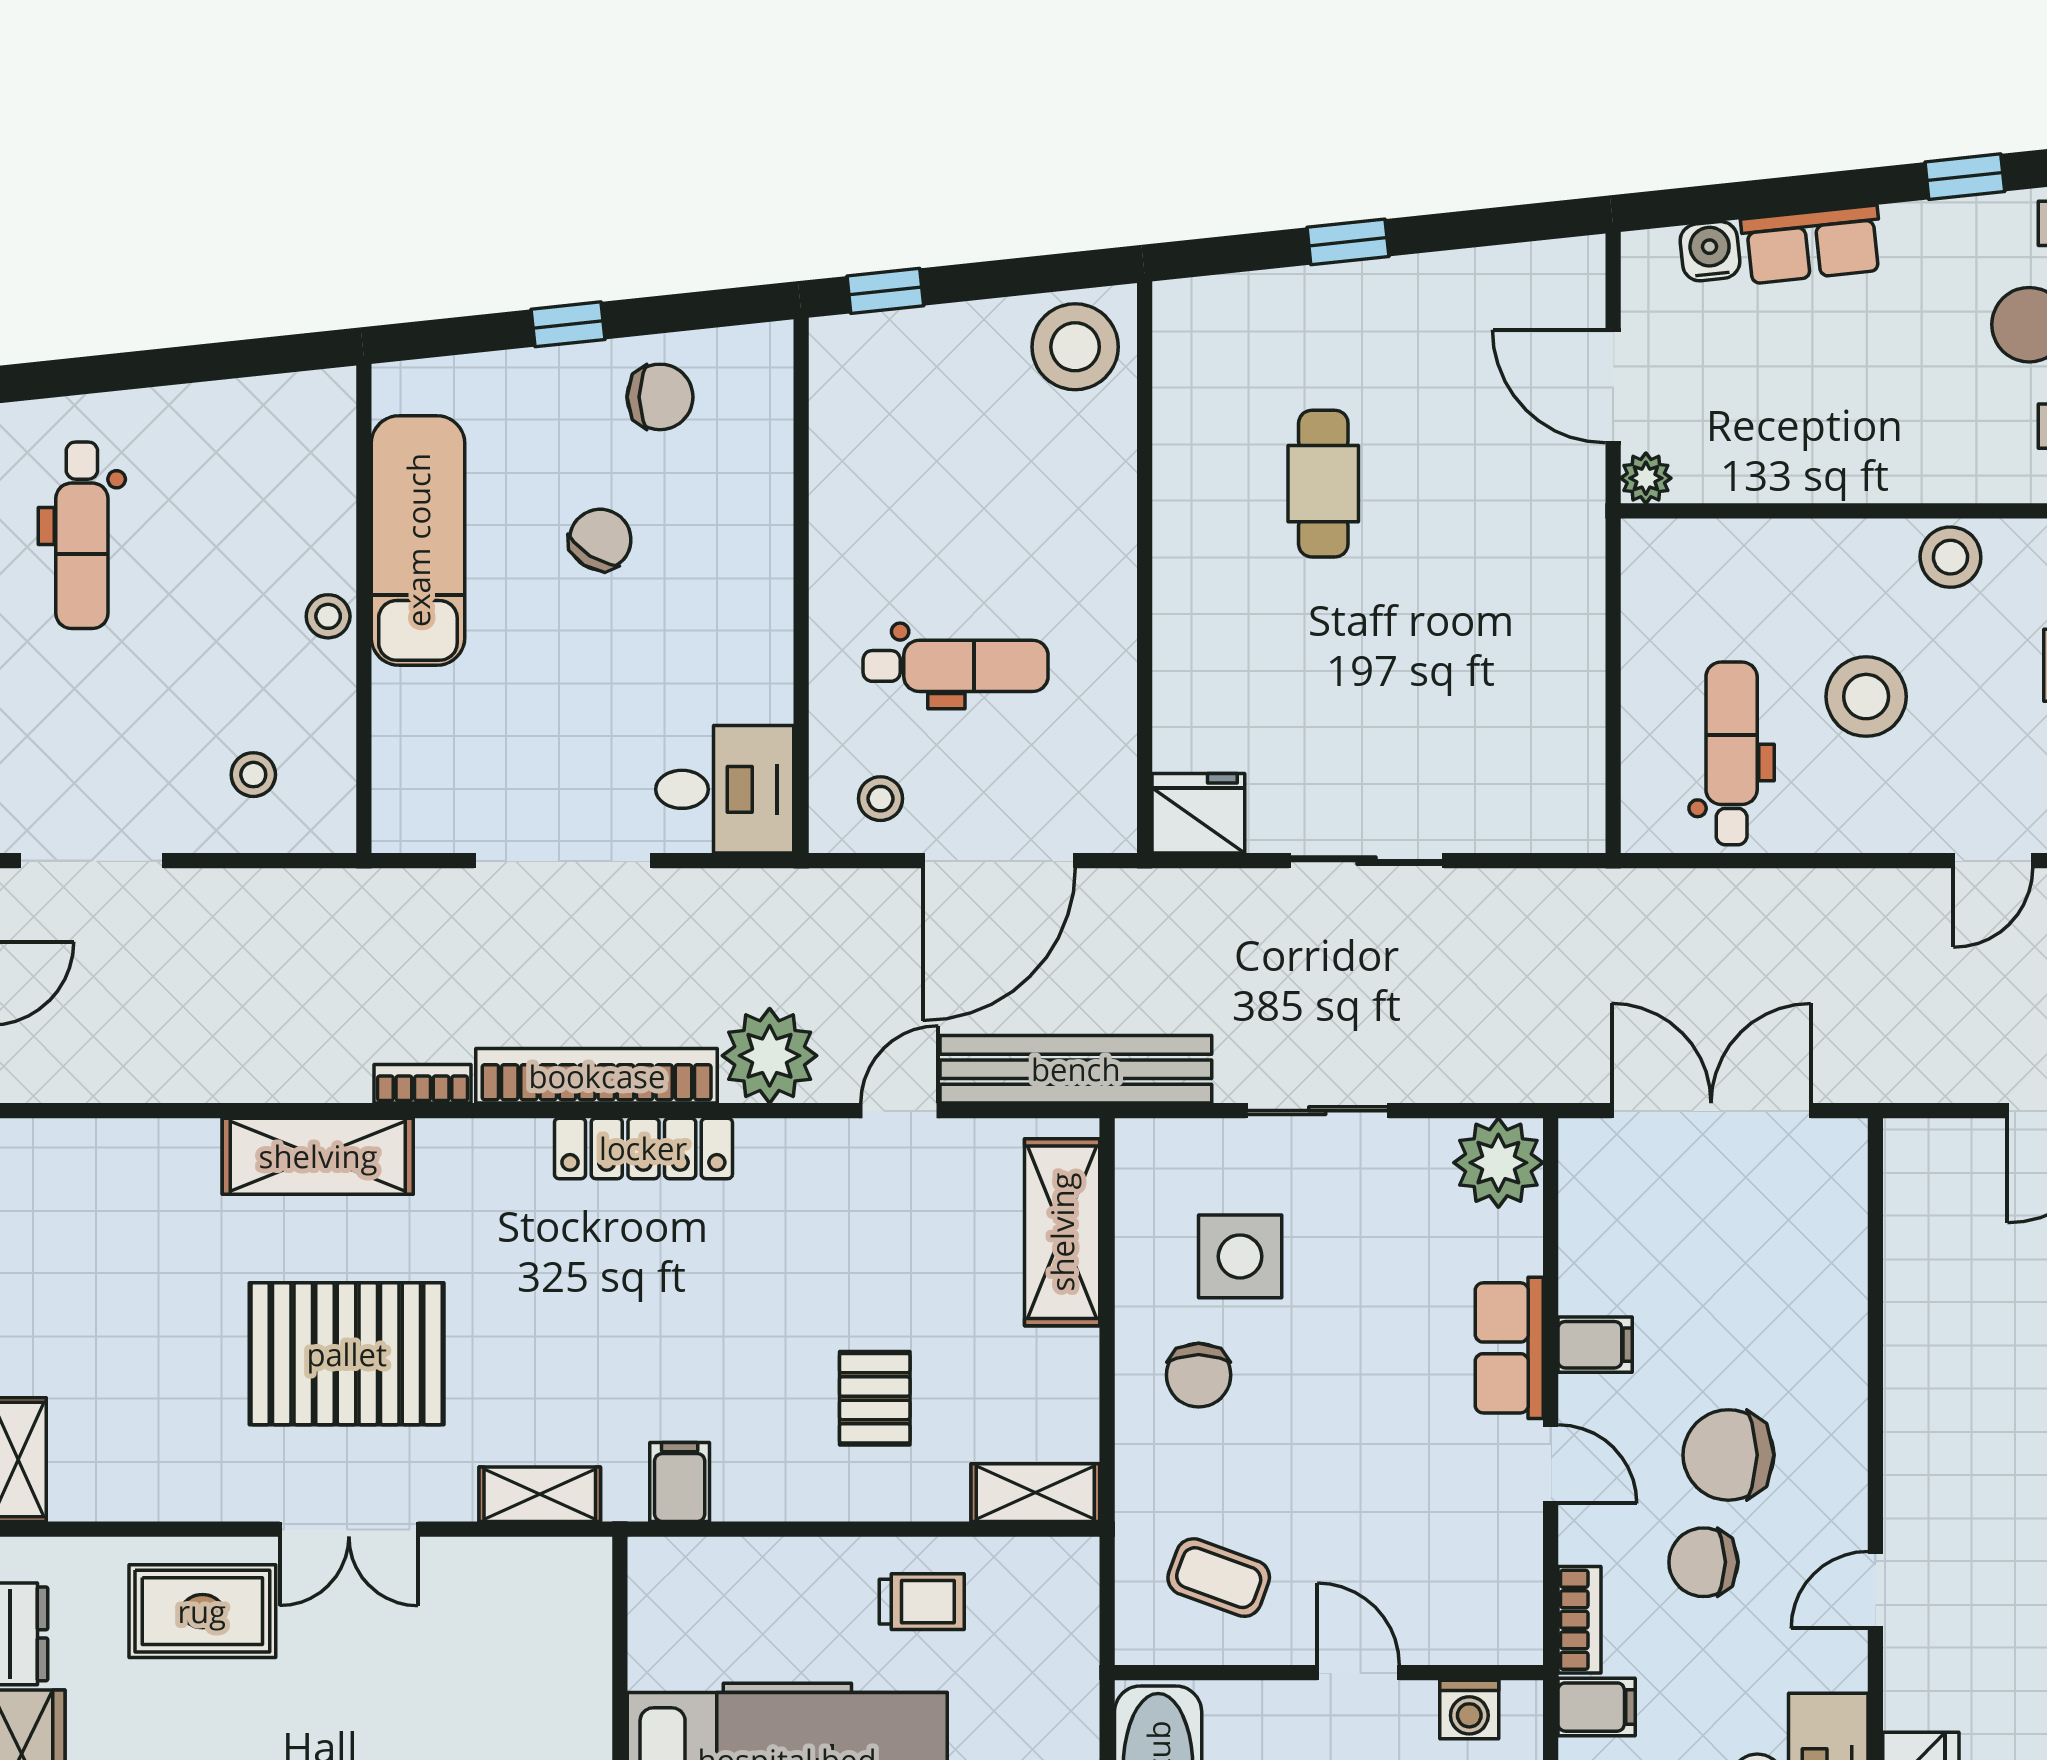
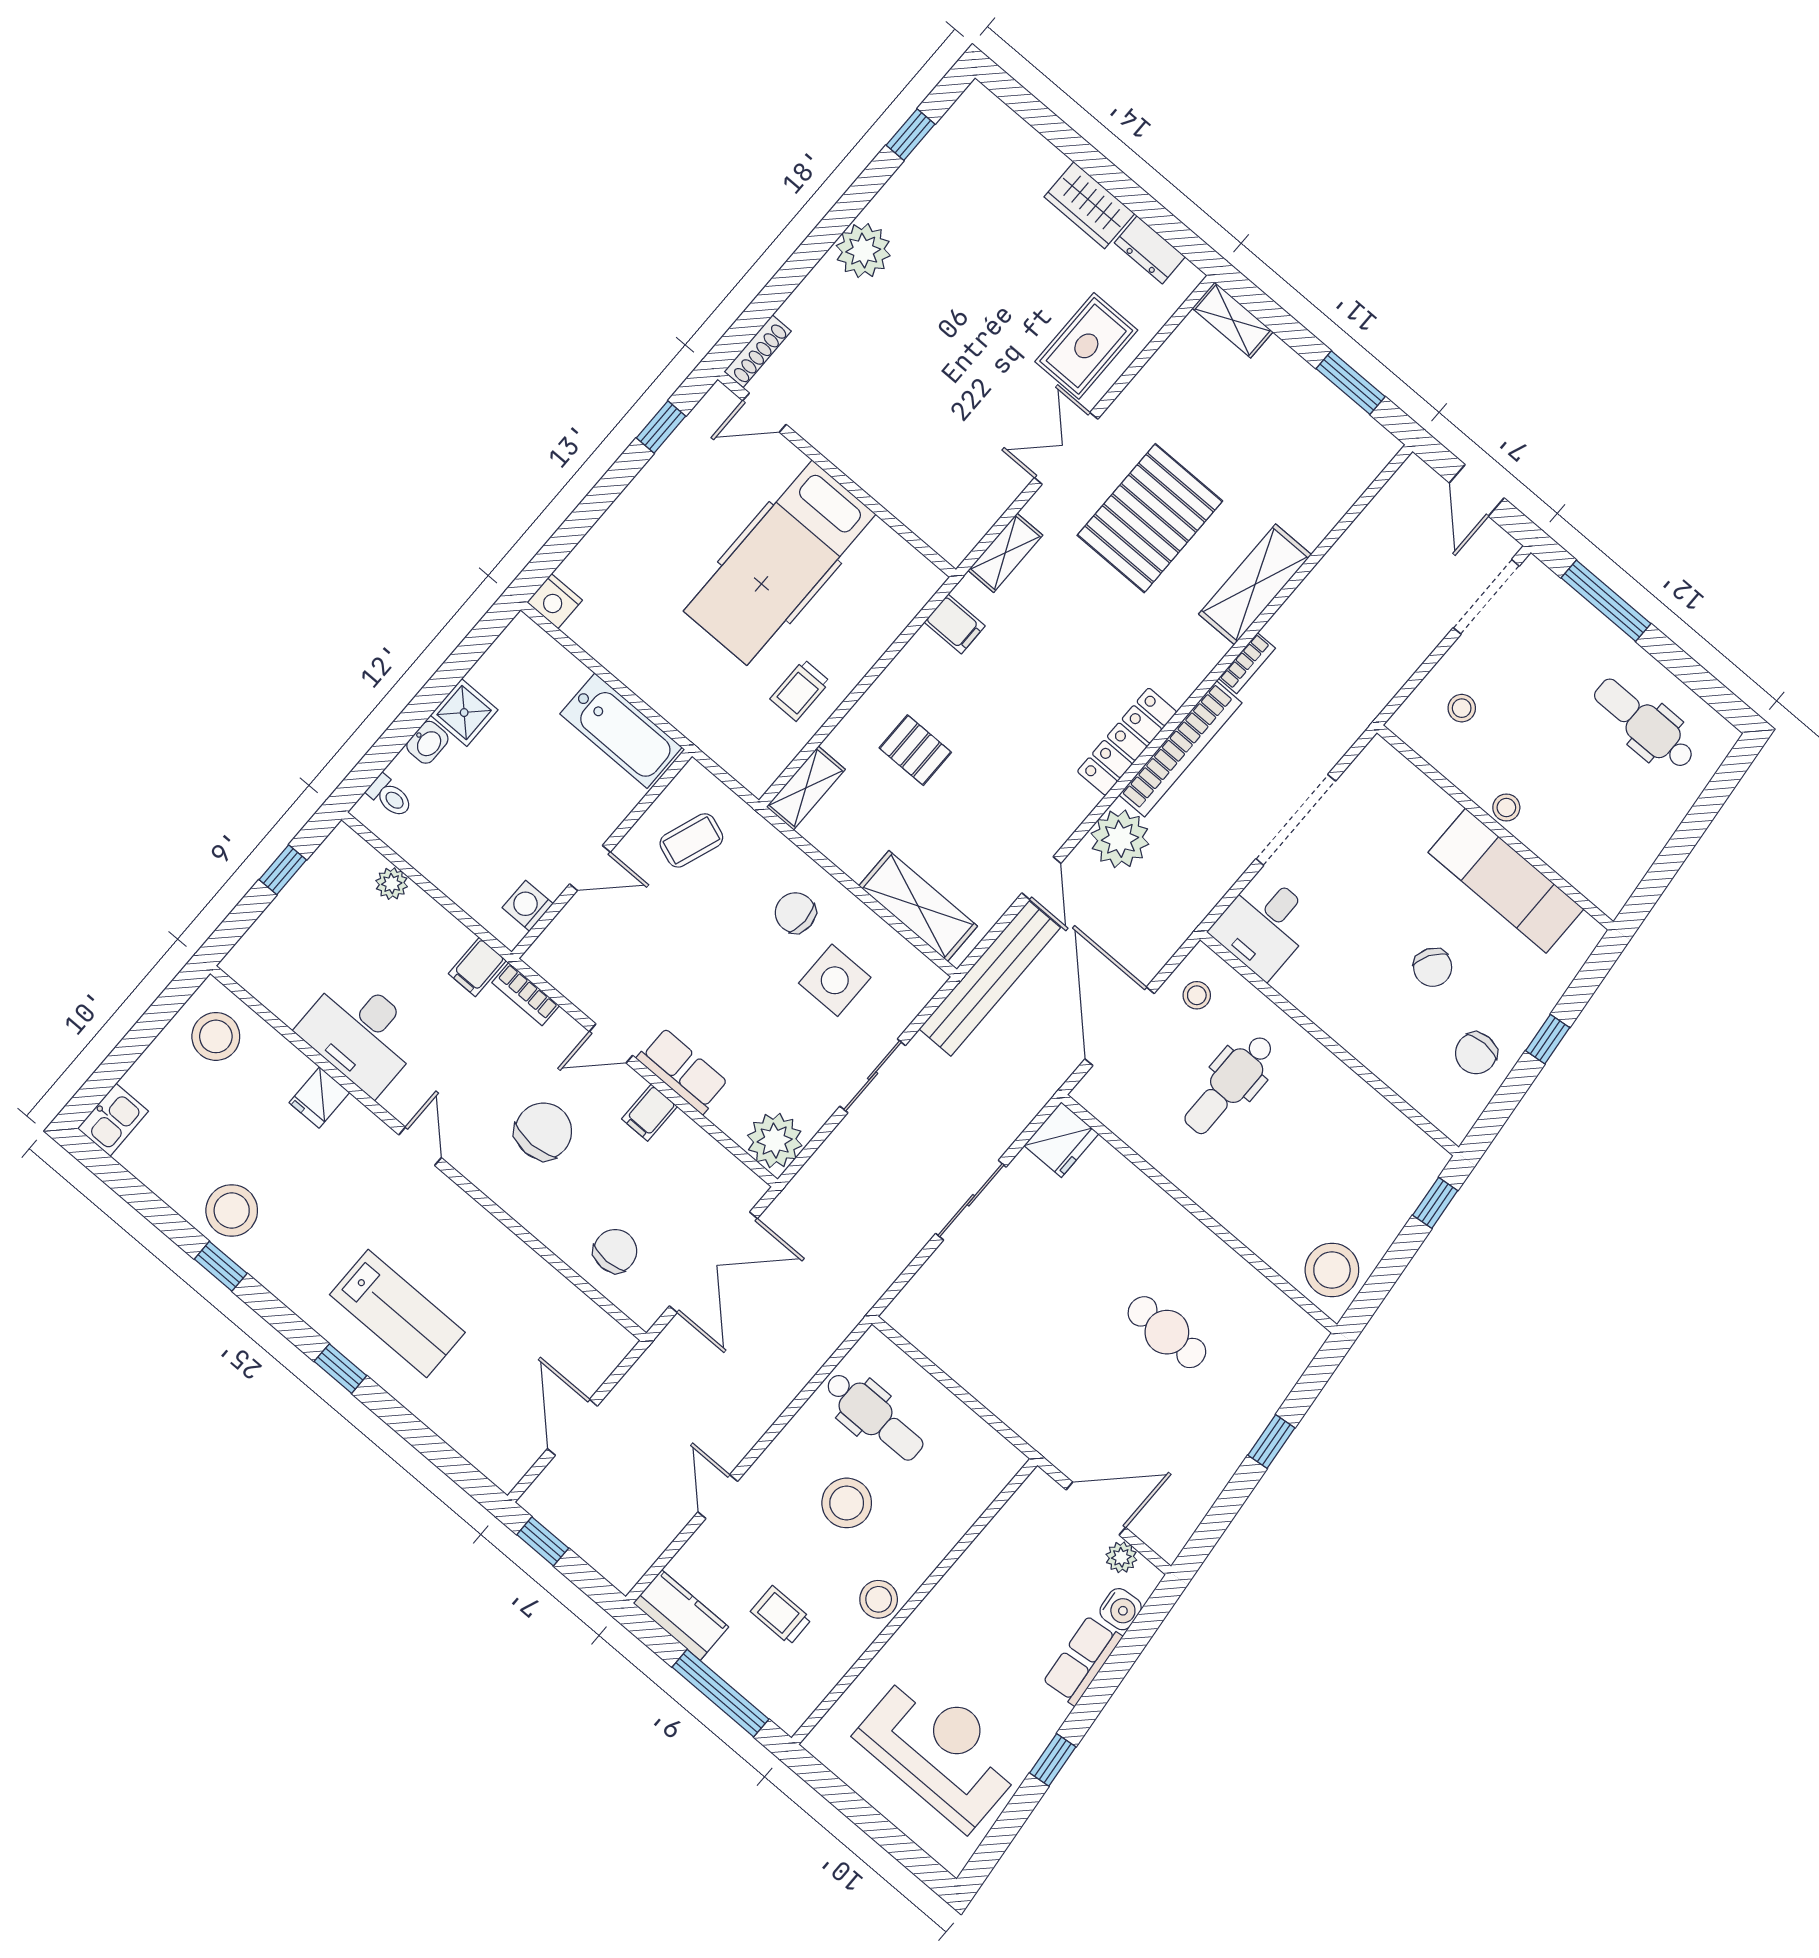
plant: (1646, 478) -> (1121, 1557), moved
chair: (1703, 1562) -> (615, 1251), moved

